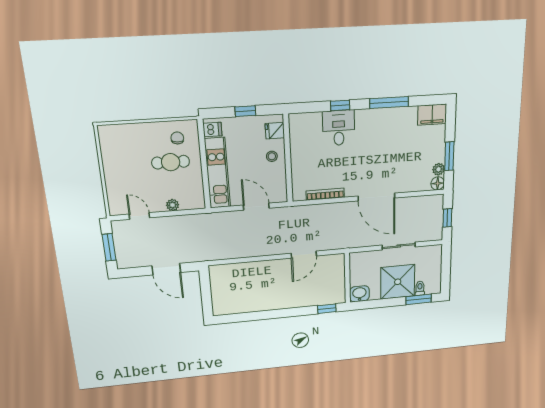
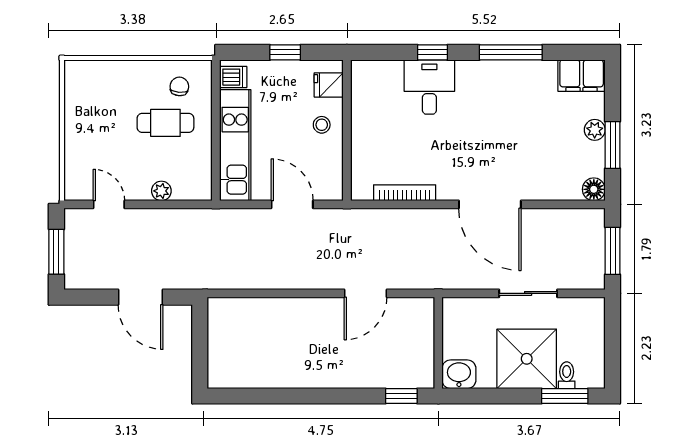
plant: (439, 169) -> (595, 130), moved
window: (447, 218) -> (613, 251), width x1.50

